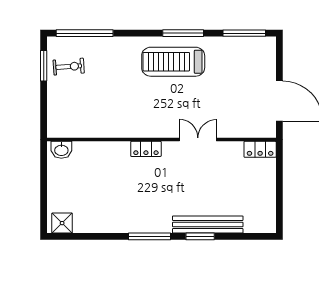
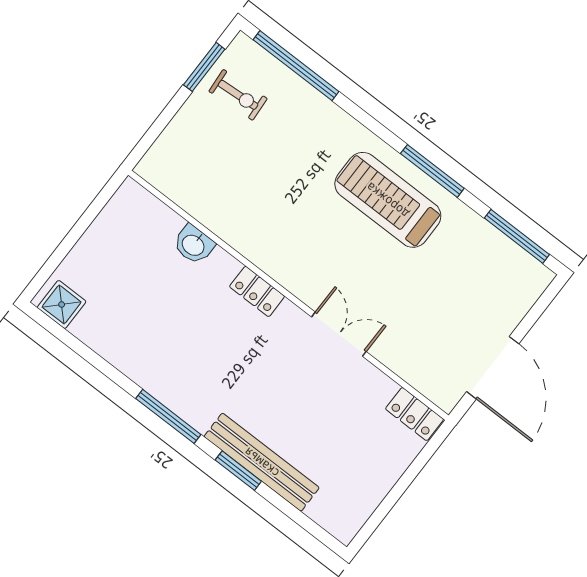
washbasin: (61, 150) -> (194, 245), moved

